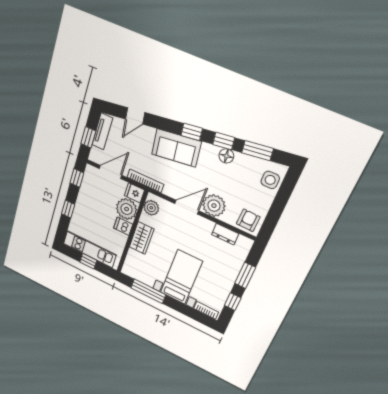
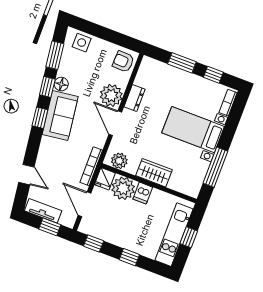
sofa: (176, 148) -> (60, 116), moved
dresser: (225, 234) -> (135, 98), moved

